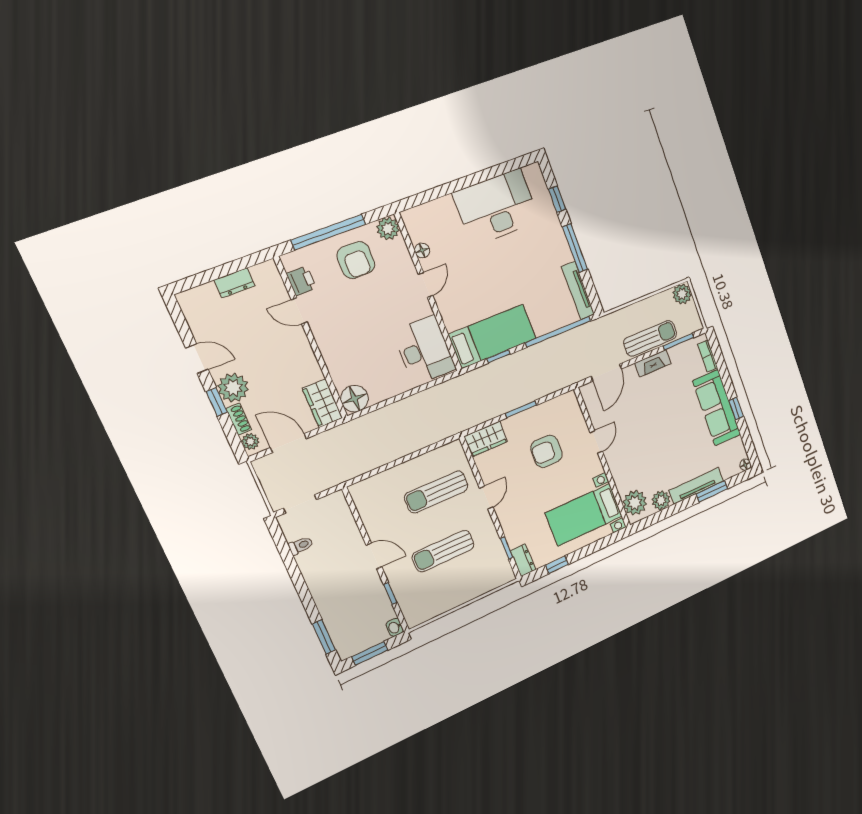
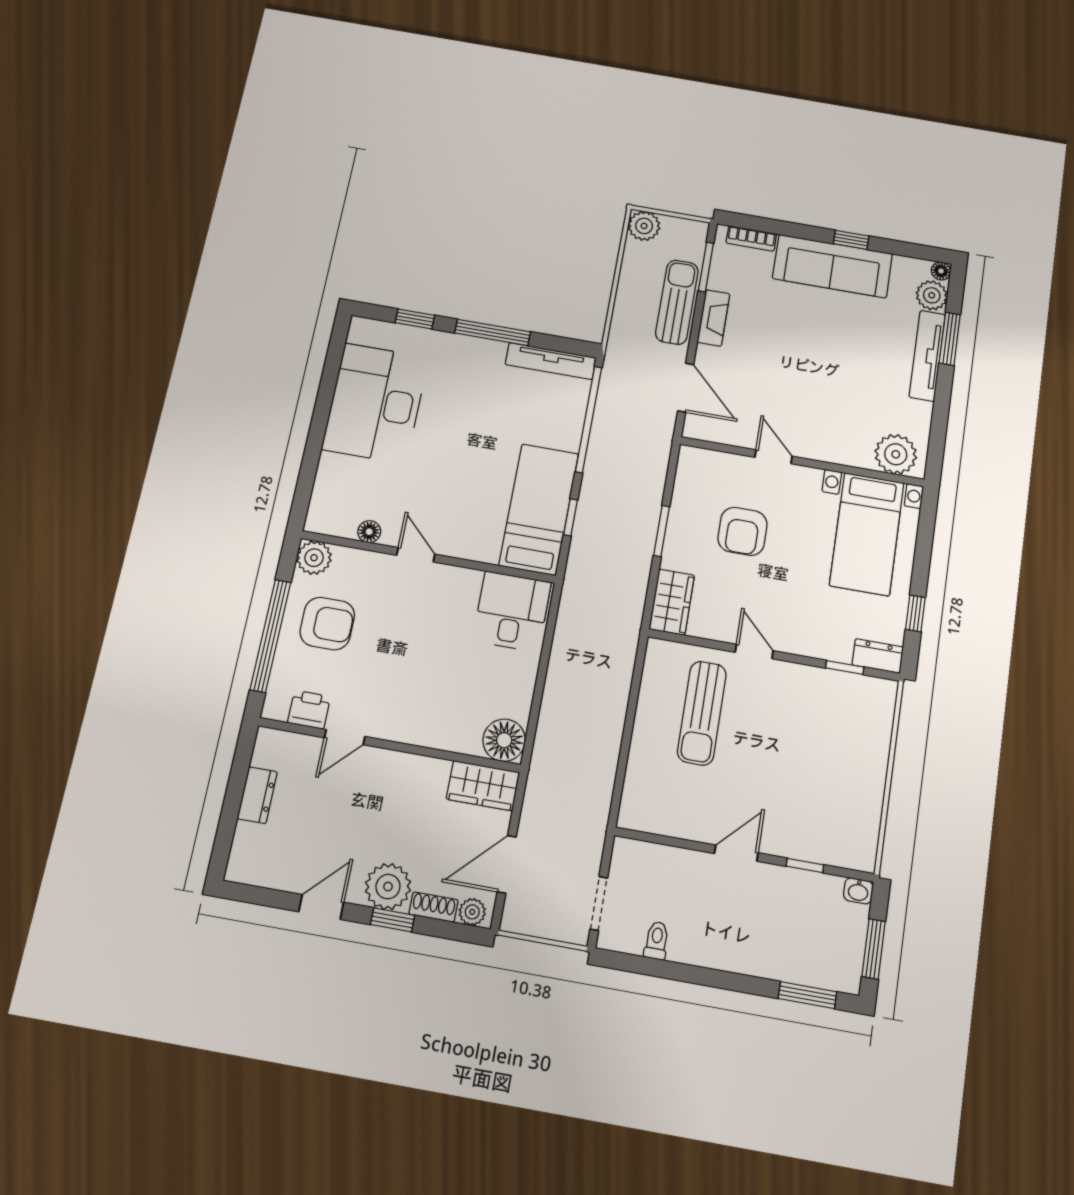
desk: (424, 350) -> (512, 611), width x0.73
plant: (661, 500) -> (932, 295), moved
sun lounger: (443, 551) -> (792, 756), removed

